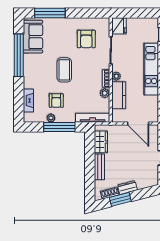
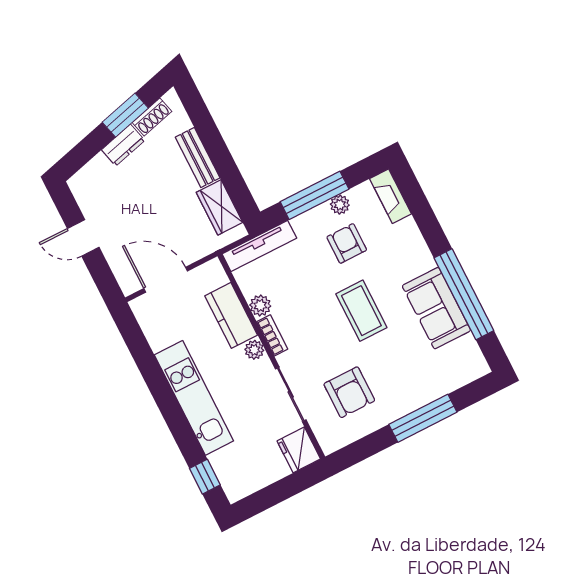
window: (50, 13) -> (423, 418), moved
sofa: (33, 37) -> (436, 308), moved
armchair: (86, 39) -> (349, 392), turned 180
fireplace: (28, 101) -> (391, 196), moved

